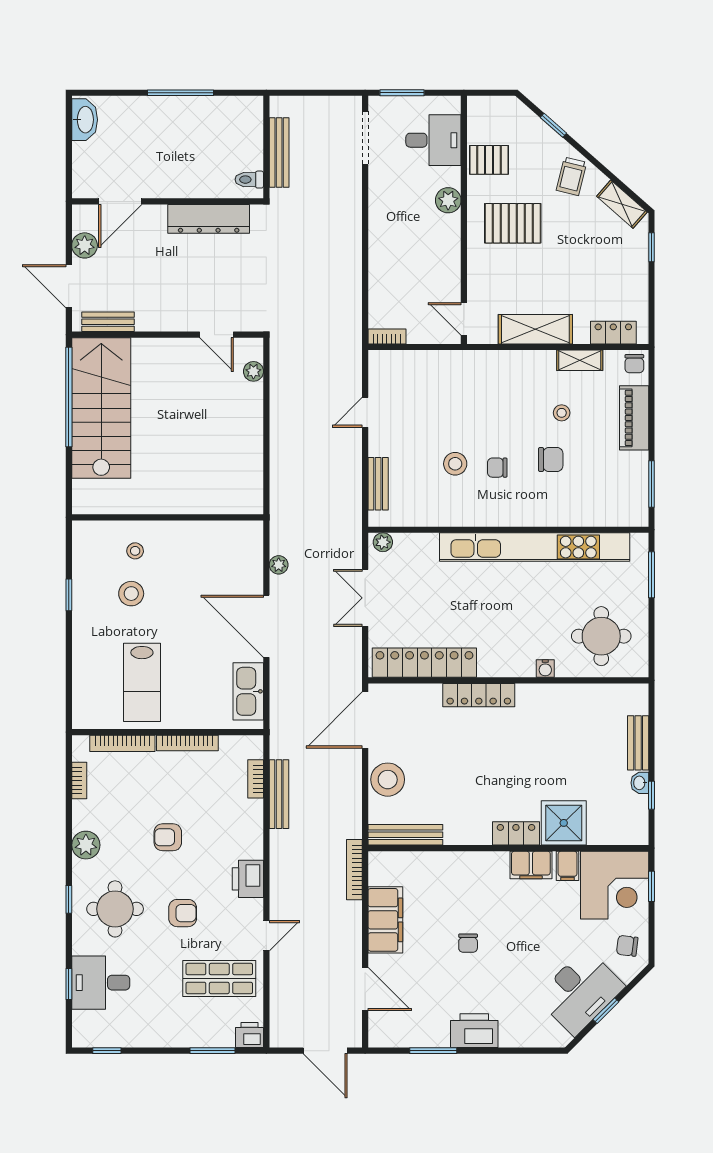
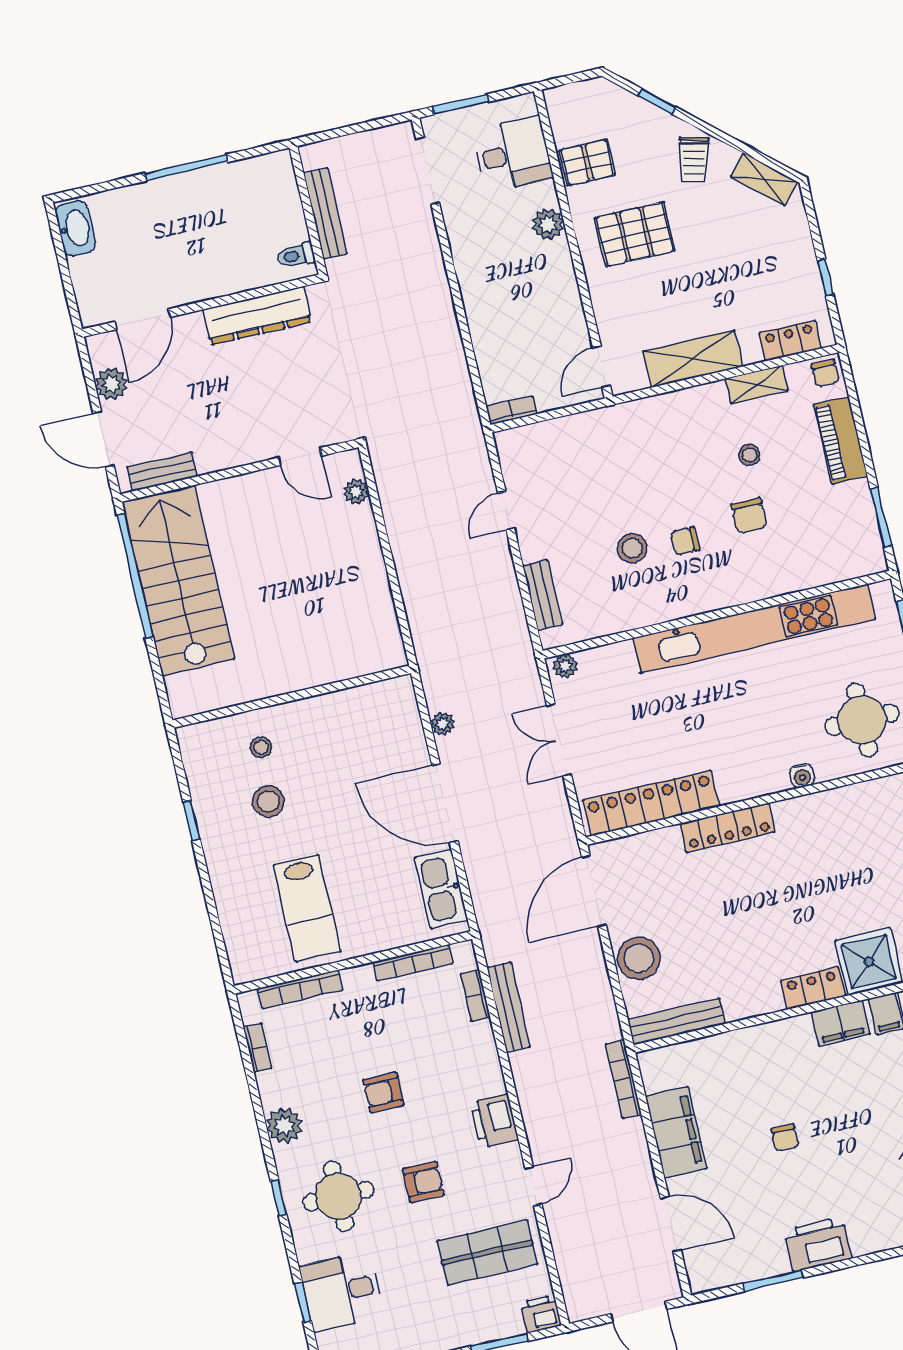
window: (652, 247) -> (825, 277), moved
door: (464, 319) -> (602, 366), hinge flipped
chair: (551, 460) -> (749, 516), turned 90
bookcase: (187, 743) -> (413, 963), moved

